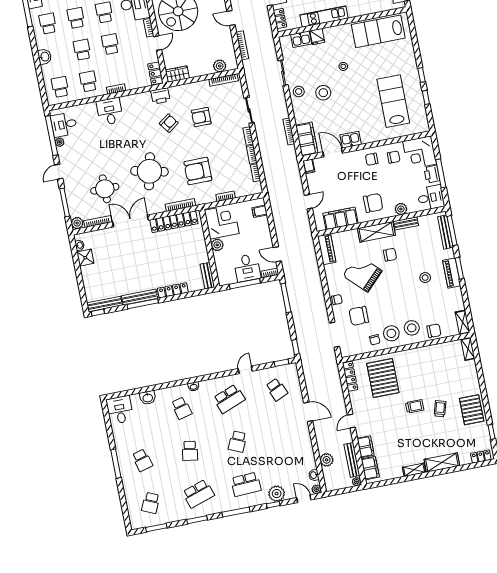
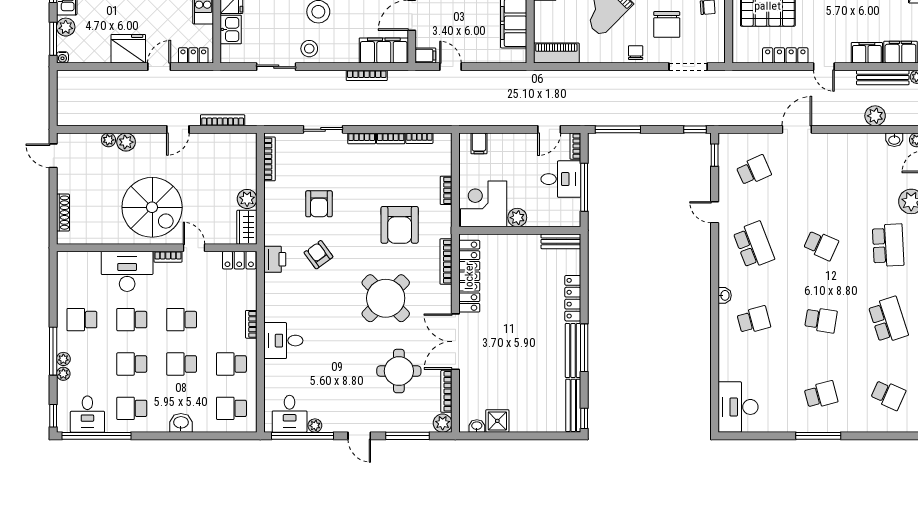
plant: (220, 66) -> (247, 199), moved
round table: (149, 171) -> (386, 298), turned 32
door: (308, 202) -> (450, 67), moved
locker: (350, 376) -> (785, 55), moved
washbasin: (148, 398) -> (728, 368), removed
desk: (120, 410) -> (738, 407), width x1.37

